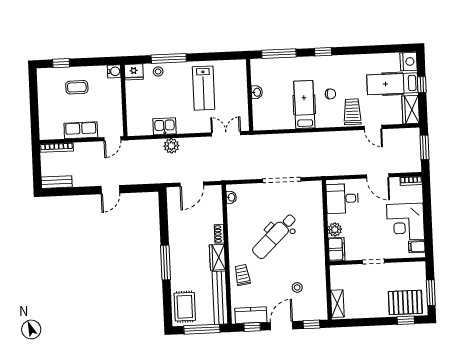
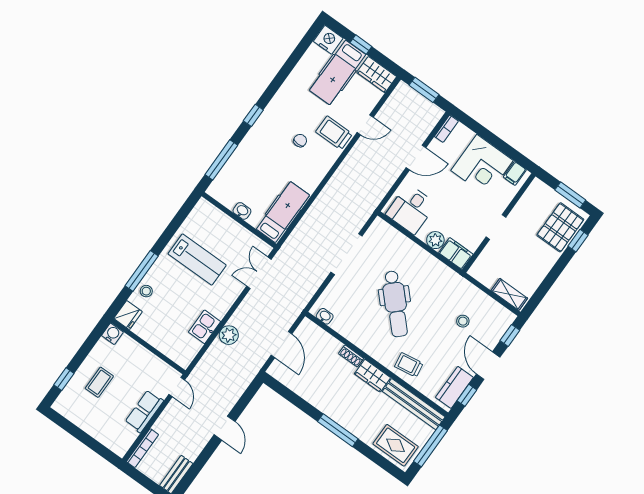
hospital bed: (304, 105) -> (283, 212), moved, turned 90

